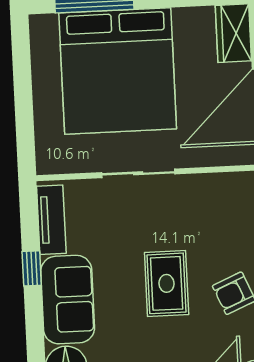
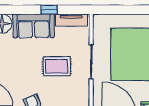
rug: (167, 283) -> (57, 66), moved

